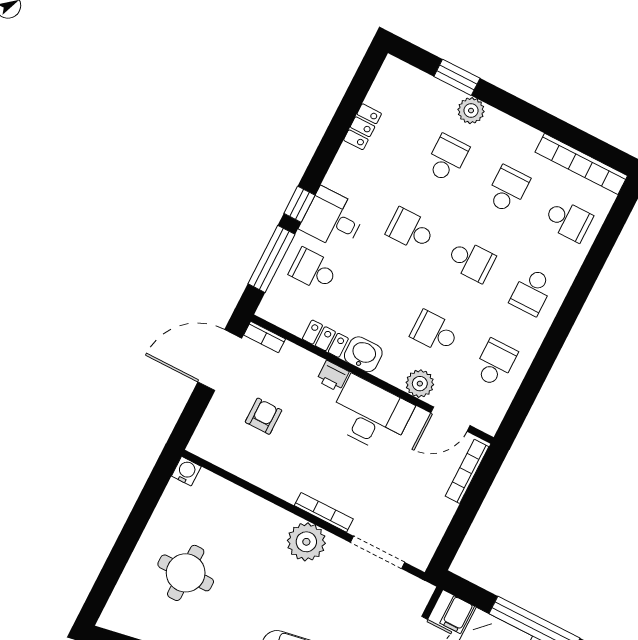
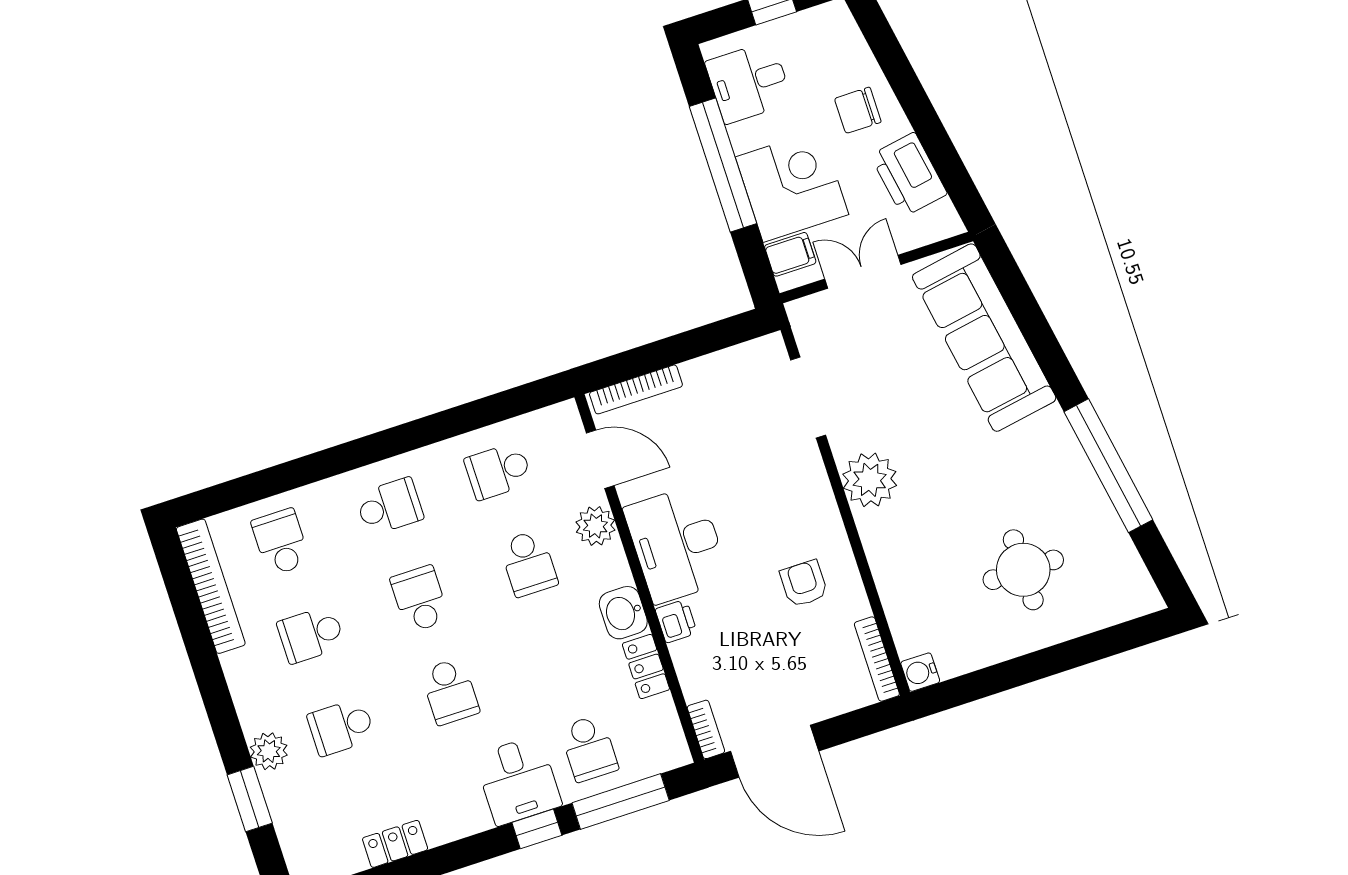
armchair: (264, 416) -> (804, 584), moved, turned 90
bookcase: (324, 512) -> (877, 659), moved

